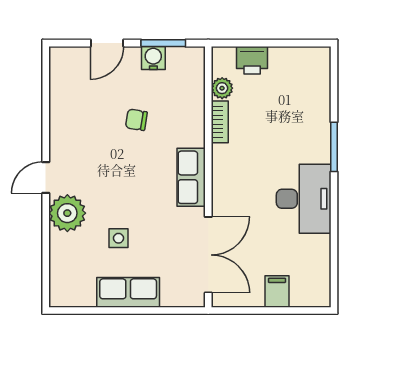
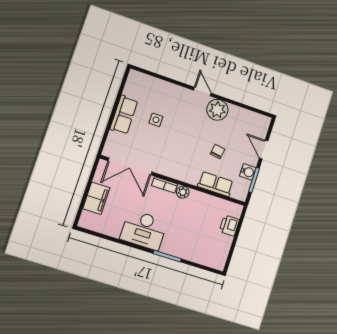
plant: (222, 88) -> (183, 192), moved
bookcase: (220, 122) -> (165, 185), moved
row of seats: (191, 177) -> (215, 184), moved
plant: (67, 213) -> (217, 110), moved
filing cabinet: (277, 291) -> (96, 198), width x2.00

